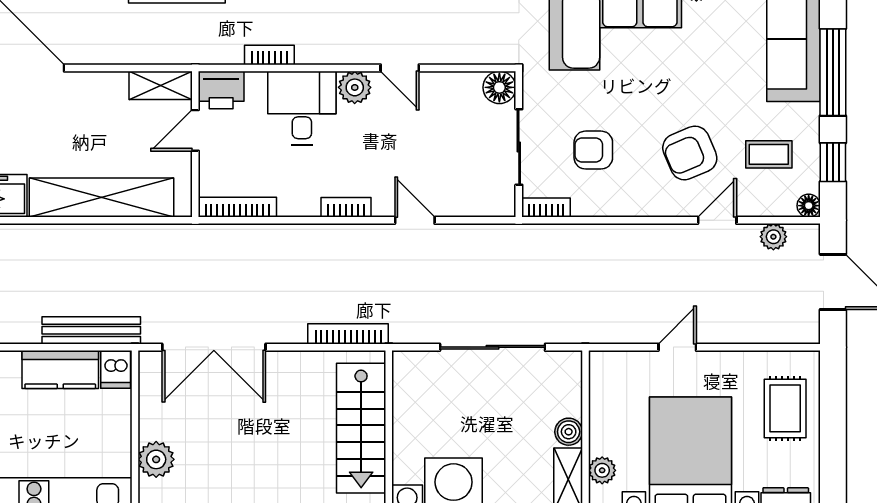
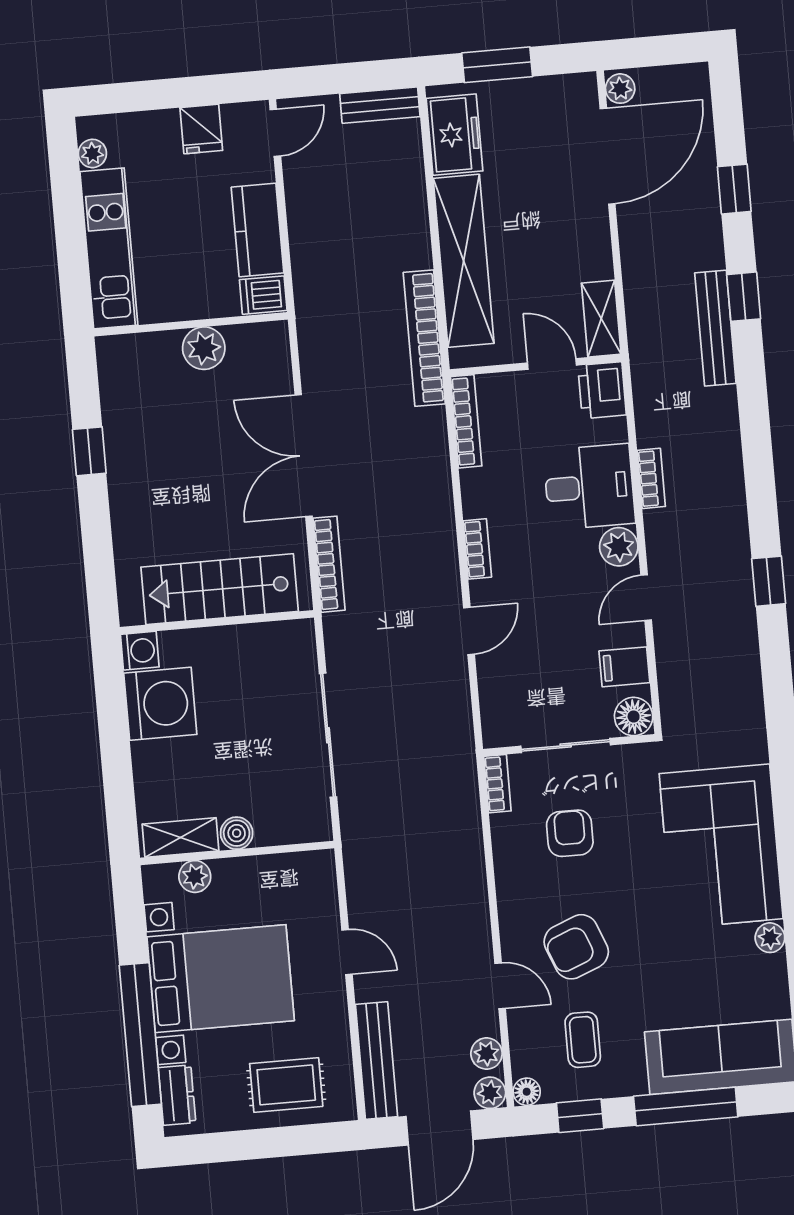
bookcase: (269, 55) -> (651, 478), moved
filing cabinet: (457, 92) -> (624, 667), added
armchair: (690, 153) -> (576, 947), turned -89
bookcase: (164, 236) -> (424, 338), added
plant: (807, 237) -> (490, 1093), added
bench: (91, 330) -> (376, 1061), moved
double door: (214, 347) -> (304, 456), moved
plant: (156, 459) -> (204, 348), moved

